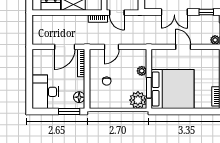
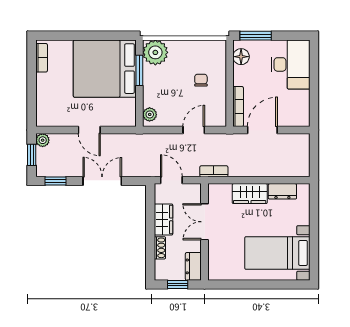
door: (117, 13) -> (171, 180), moved
plant: (142, 71) -> (150, 114), moved

